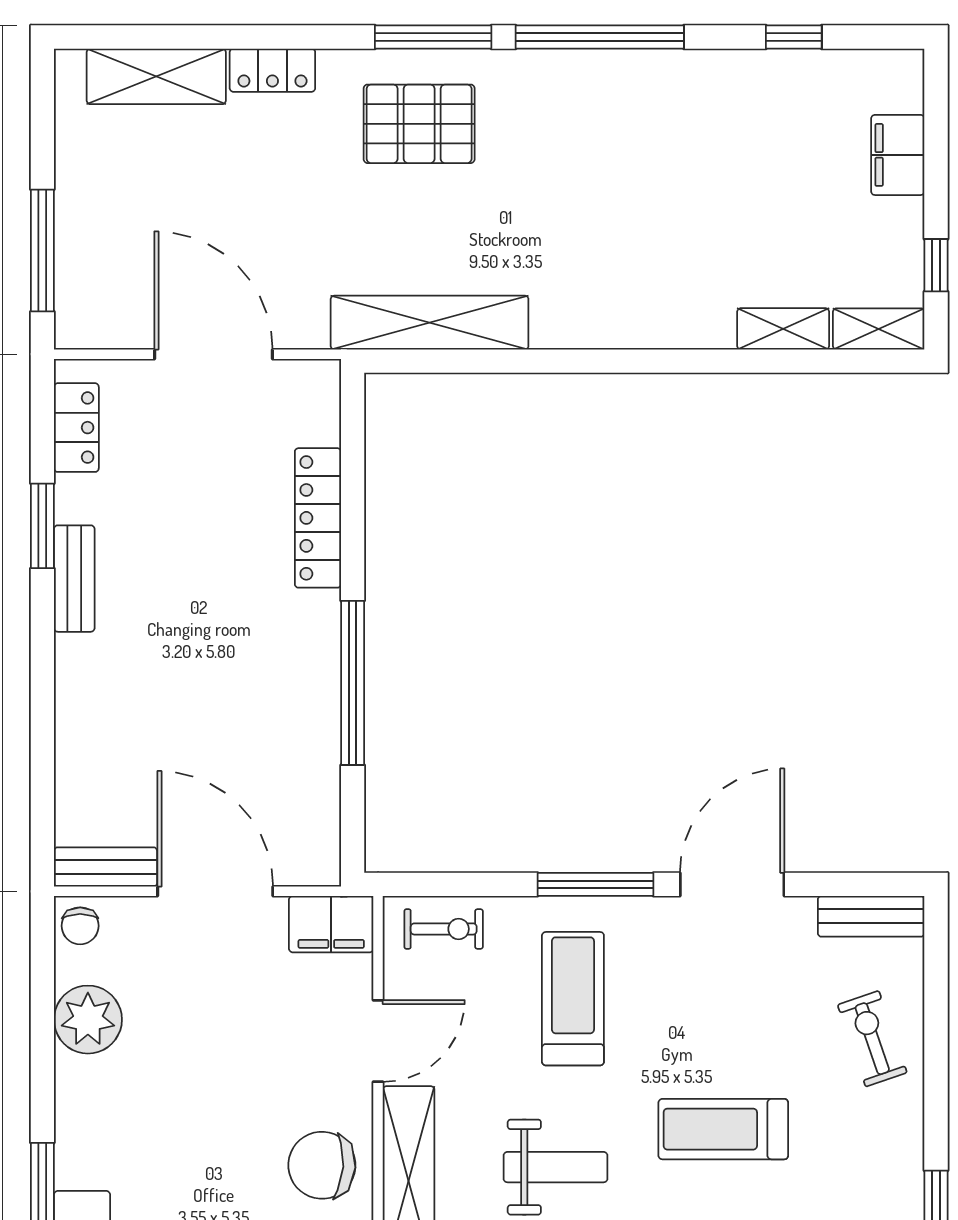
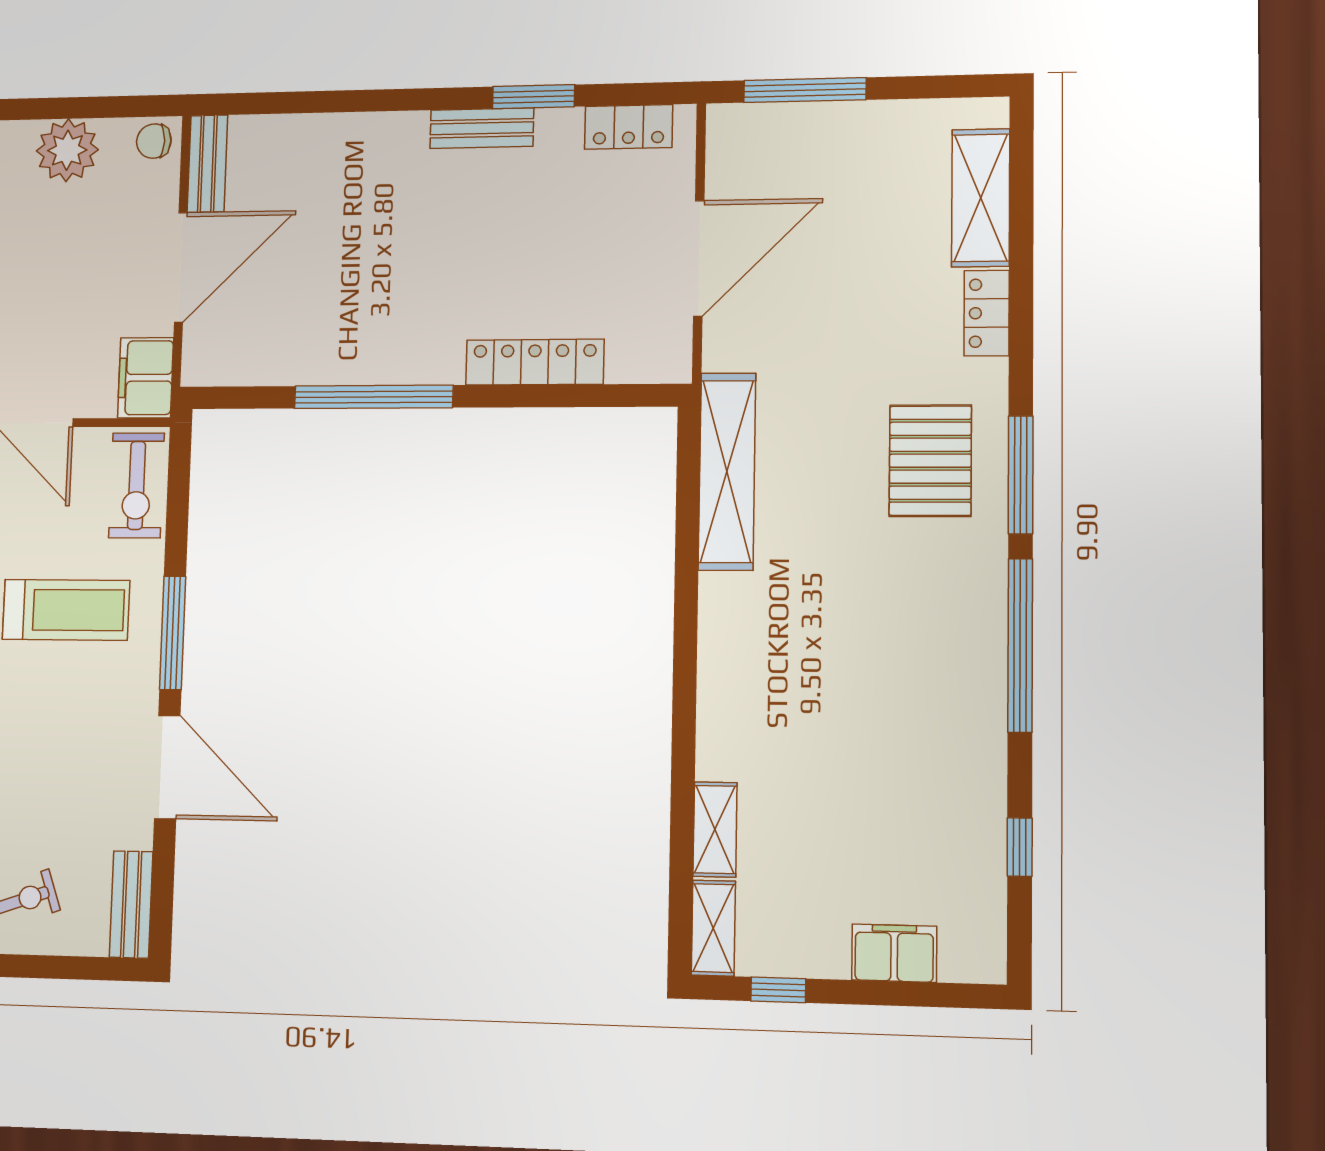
exercise bike: (444, 929) -> (137, 485), width x1.38, depth x1.39

